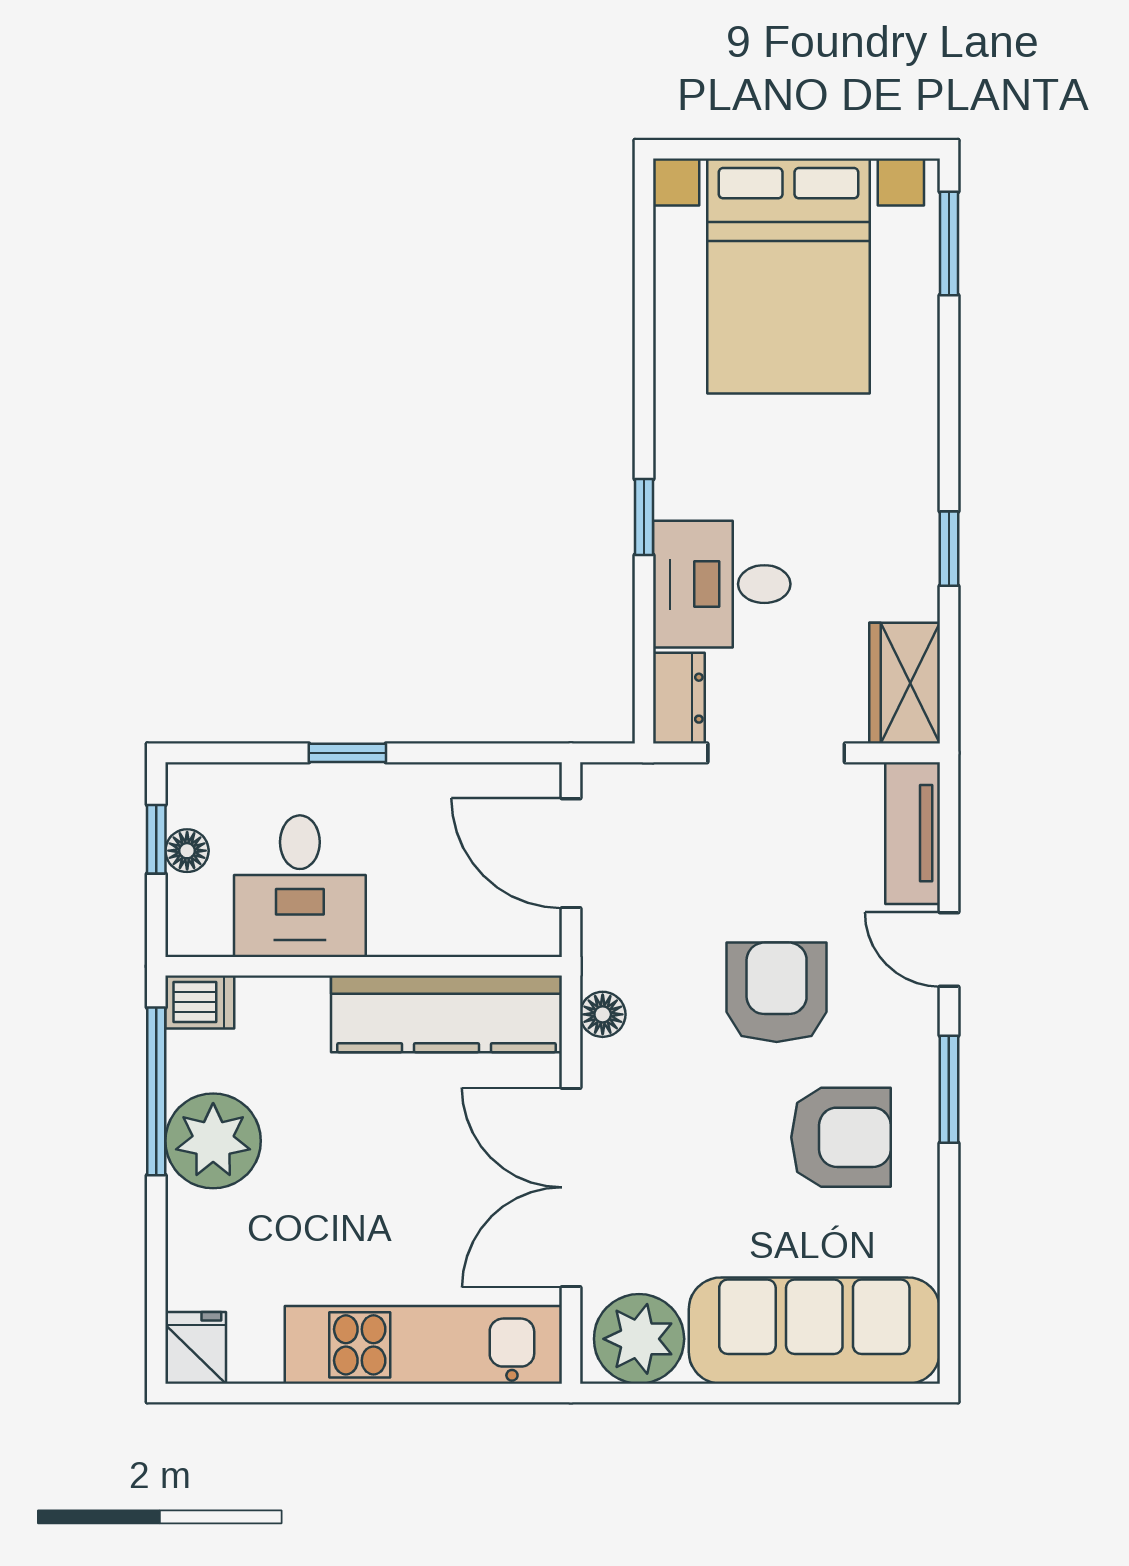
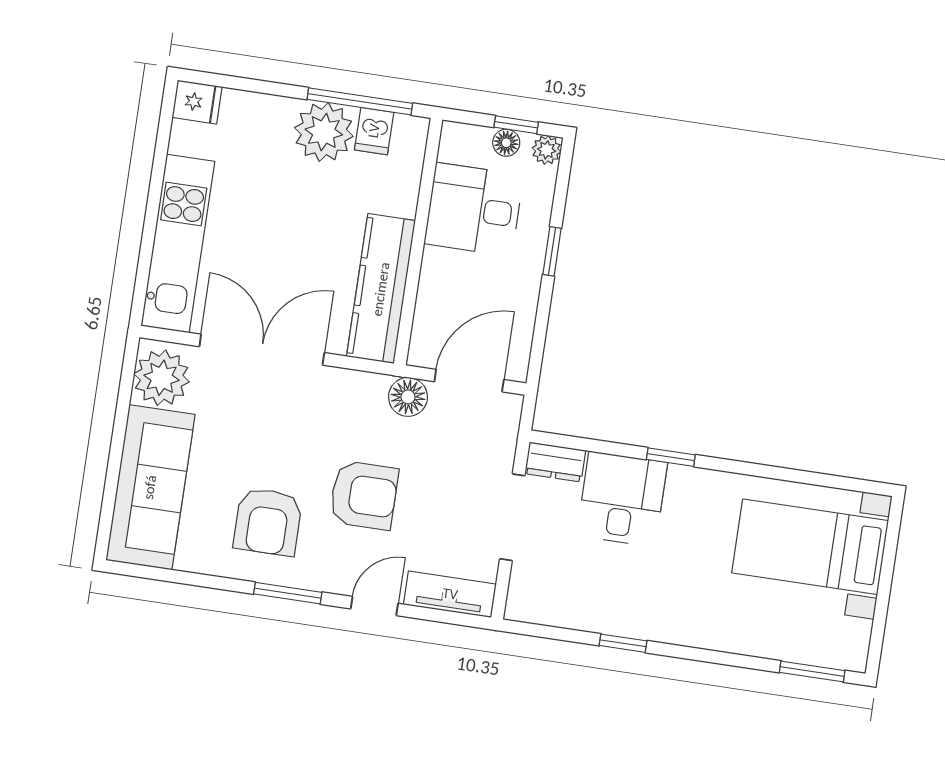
bed with nightstands: (788, 276) -> (810, 547), width x0.73
wardrobe: (905, 683) -> (544, 603), removed
plant: (189, 785) -> (547, 150), added
dishwasher: (200, 1002) -> (374, 131), moved
floor lamp: (603, 1014) -> (408, 397), moved, width x1.37, depth x1.37

